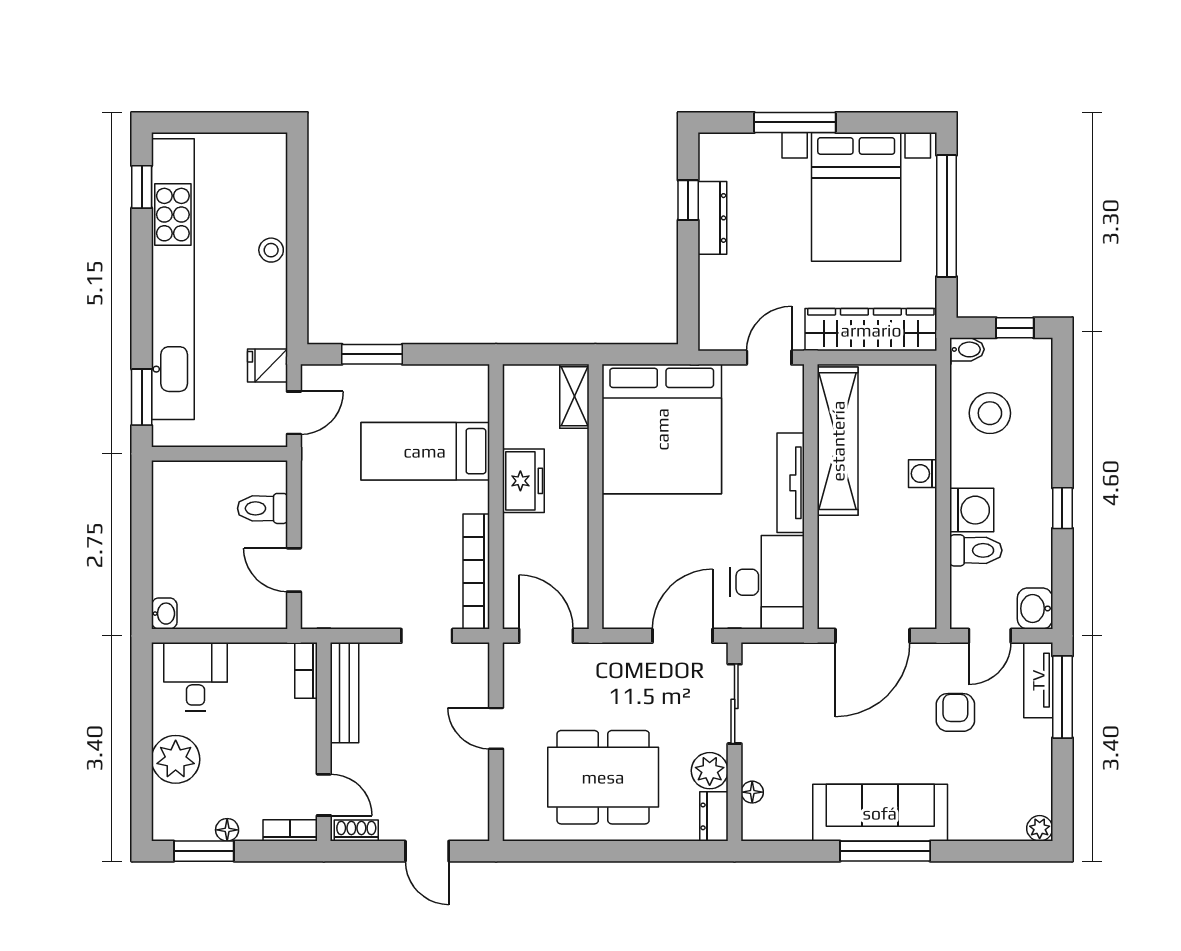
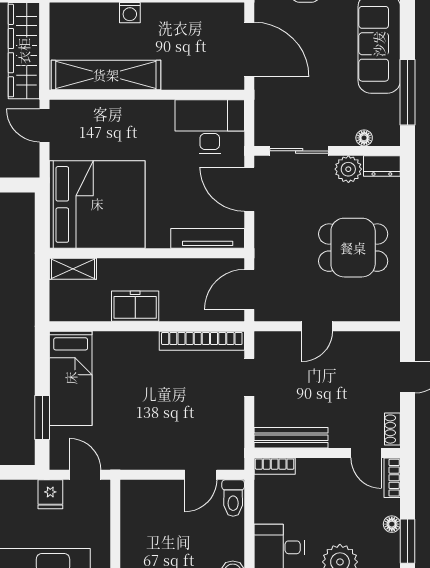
bed: (425, 451) -> (71, 378), moved
tv unit: (791, 483) -> (208, 238), moved, turned 180
toilet: (262, 508) -> (233, 498), moved
dining table: (603, 777) -> (353, 248), width x0.73
door: (324, 795) -> (366, 453), swing flipped
window: (885, 851) -> (407, 92), moved

